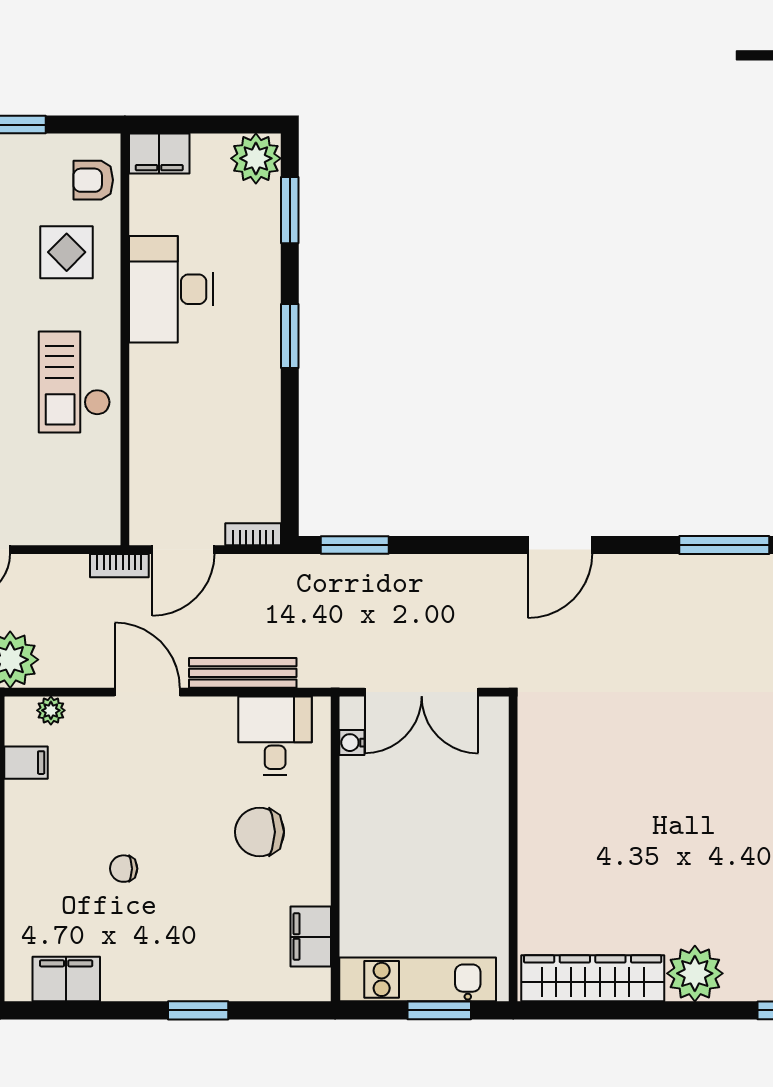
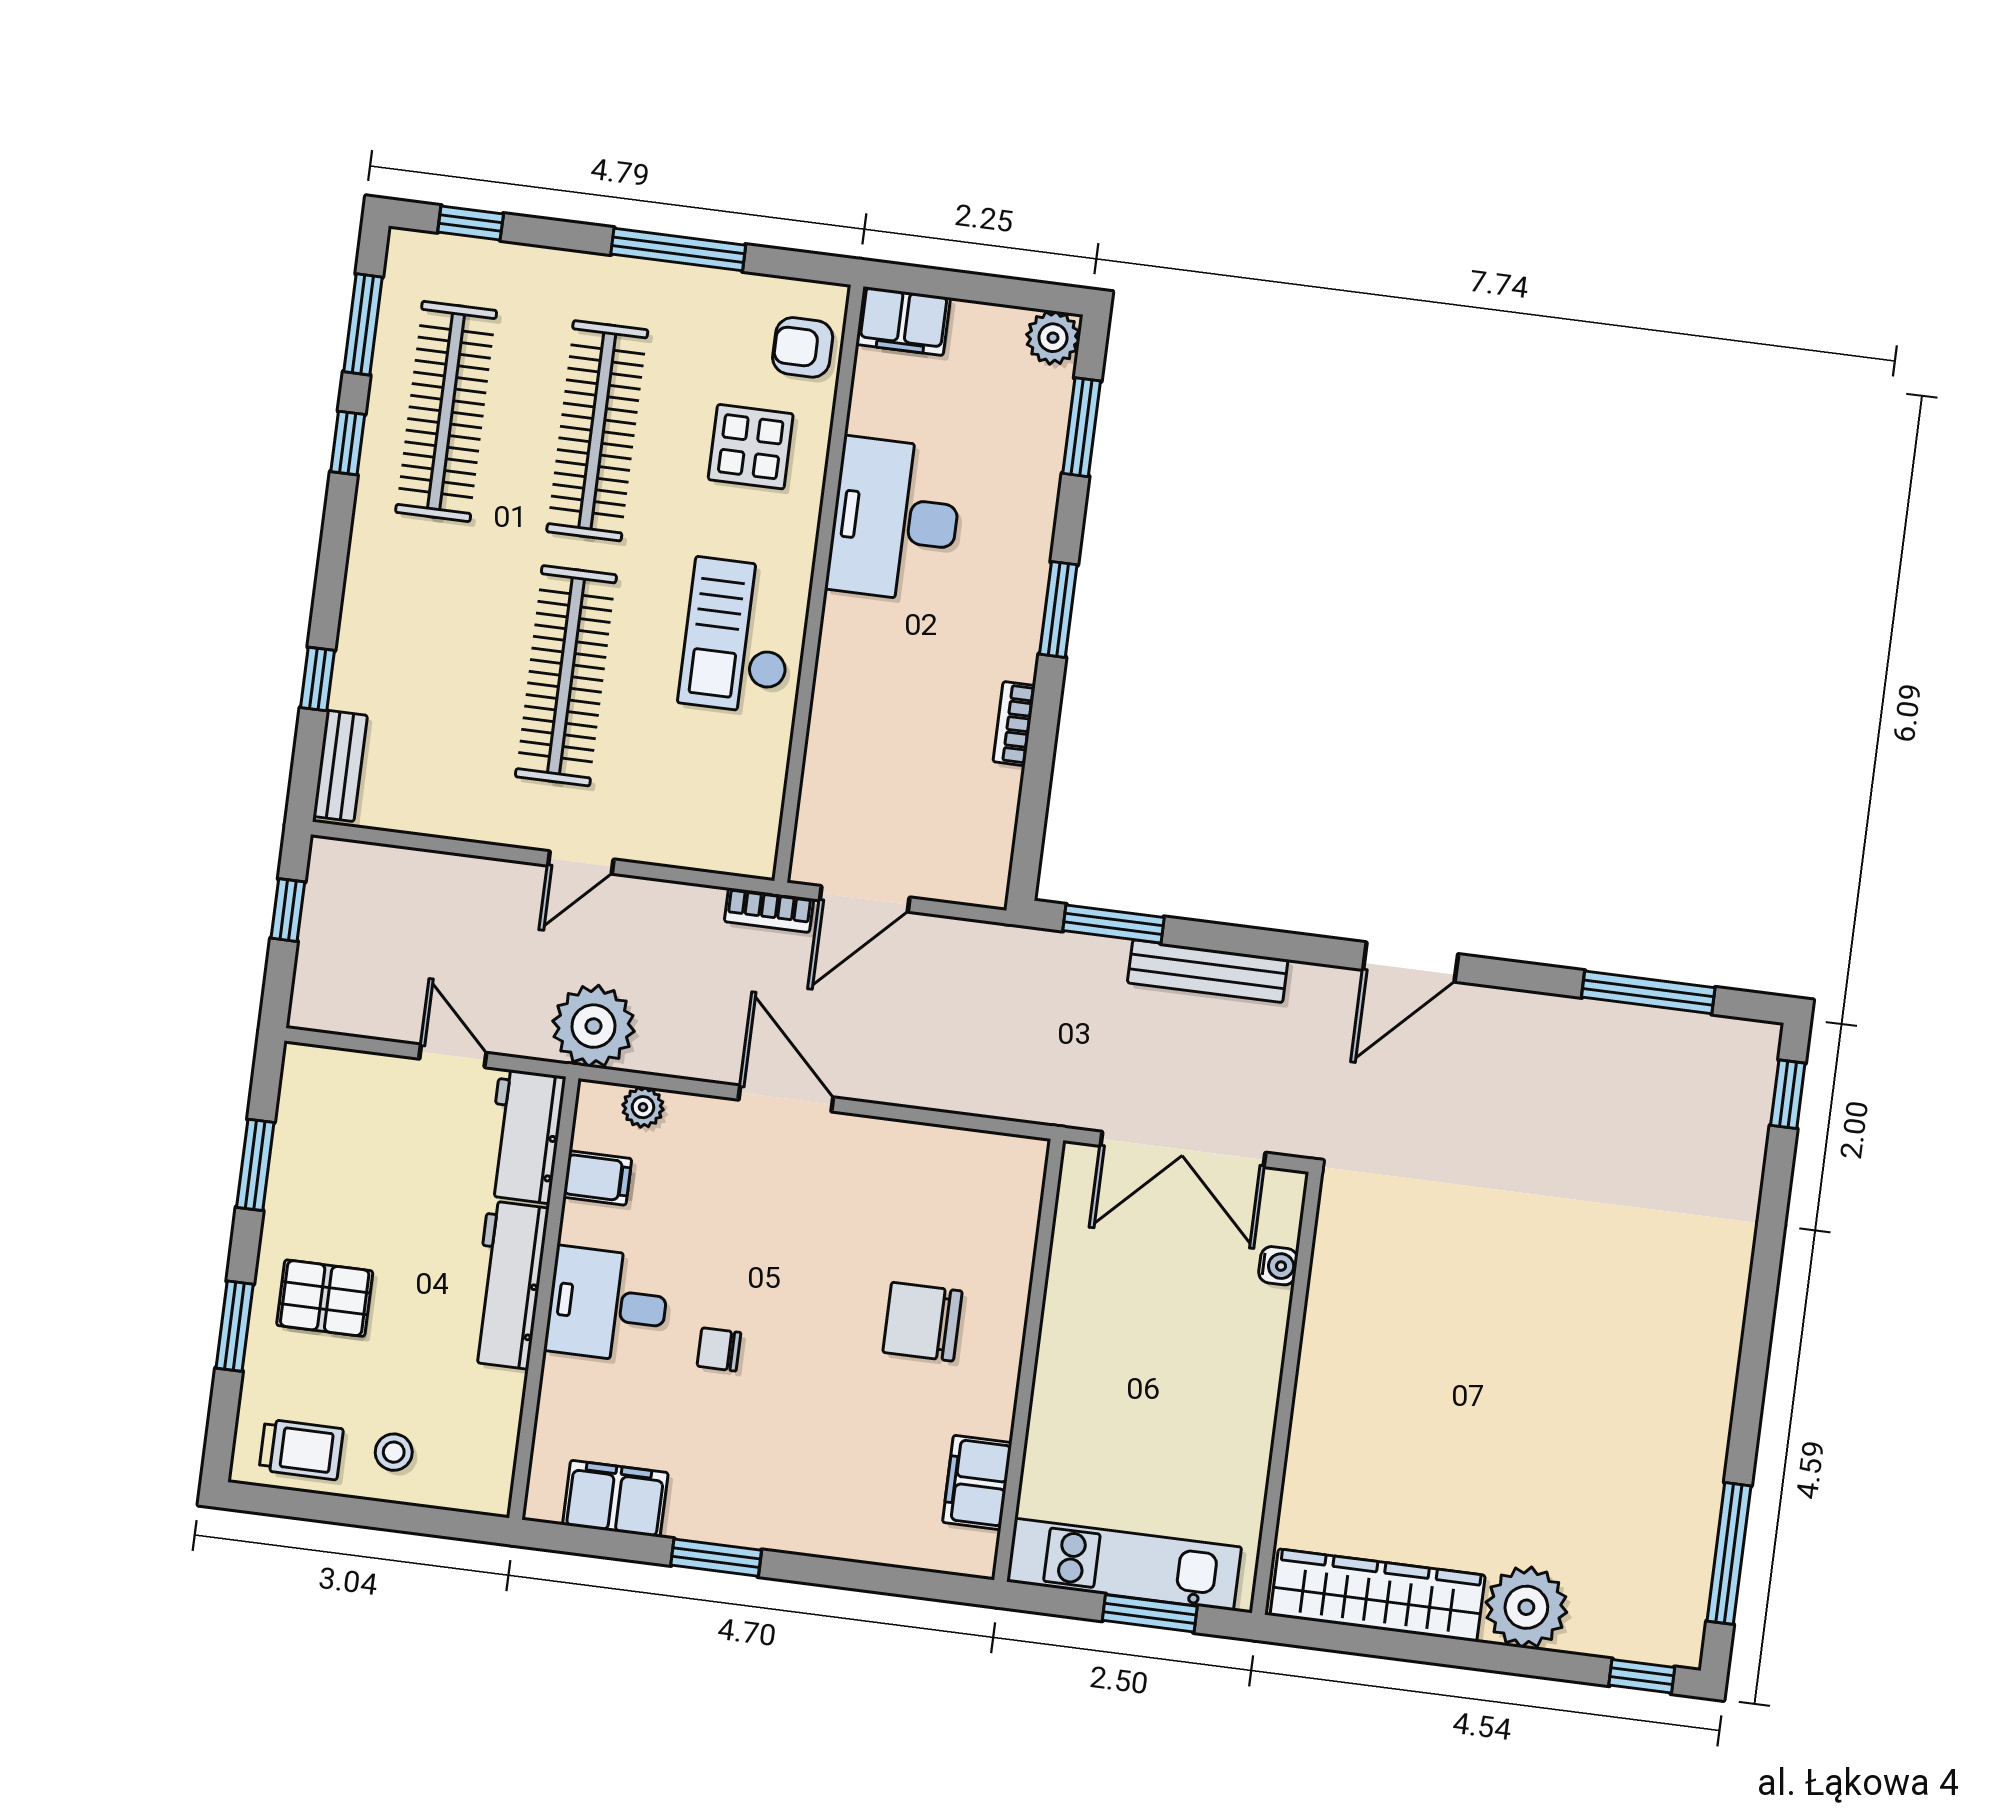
plant: (256, 158) -> (1053, 338), width x0.73, depth x0.73
bookcase: (253, 534) -> (1014, 724), moved, turned -90
bench: (243, 673) -> (1208, 971), moved
desk: (275, 736) -> (607, 1305), moved, turned -90
water cooler: (352, 743) -> (1278, 1266), moved, turned 180
window: (198, 1010) -> (716, 1558), moved

